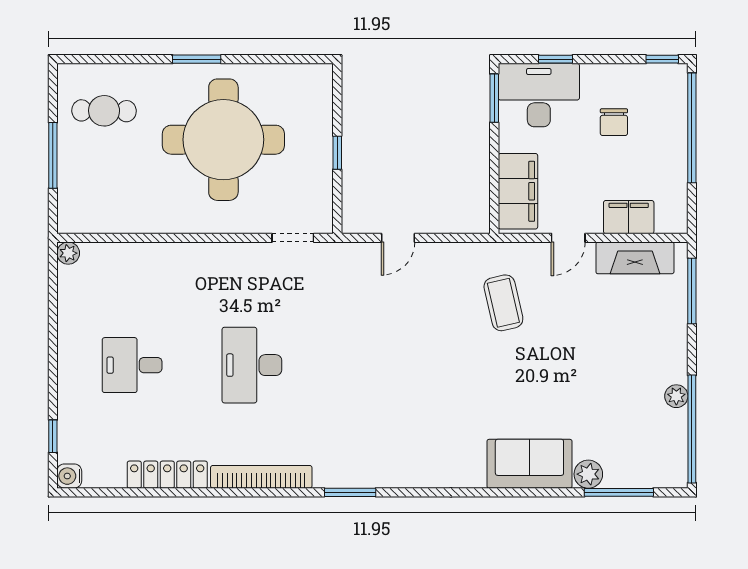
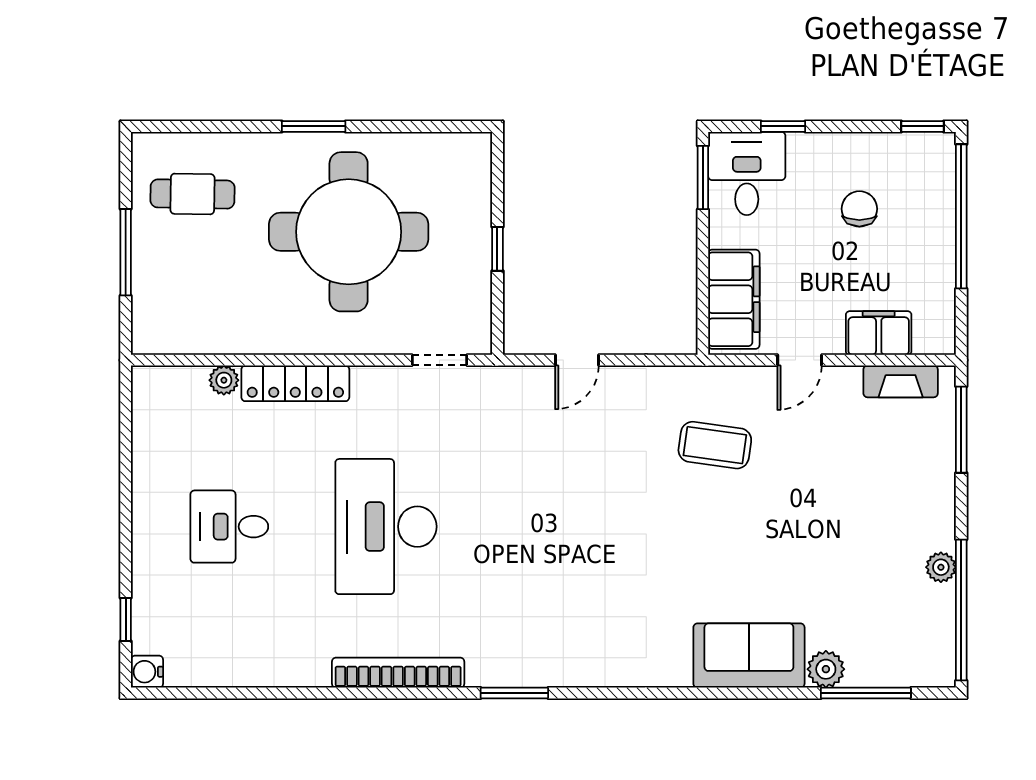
desk: (539, 95) -> (747, 173), width x0.73
chair: (614, 122) -> (859, 209), turned 180
plant: (68, 253) -> (224, 380), moved
fireplace: (635, 258) -> (901, 381), width x0.73, depth x0.76
coffee table: (503, 303) -> (715, 445), turned -69
desk: (252, 365) -> (386, 527), width x1.36, depth x1.30
locker: (167, 475) -> (295, 383), moved, turned 180

